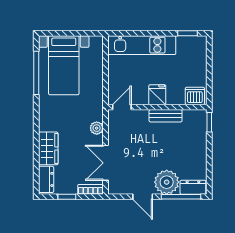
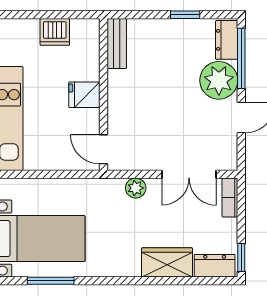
window: (36, 73) -> (51, 281), width x0.69
dishwasher: (195, 96) -> (55, 32), moved, turned -90
bench: (166, 116) -> (117, 44), moved
window: (209, 122) -> (185, 15), moved
window: (67, 197) -> (241, 258), moved

